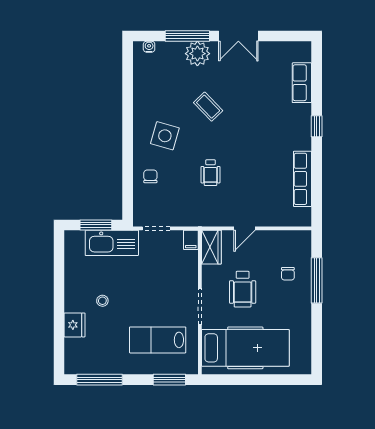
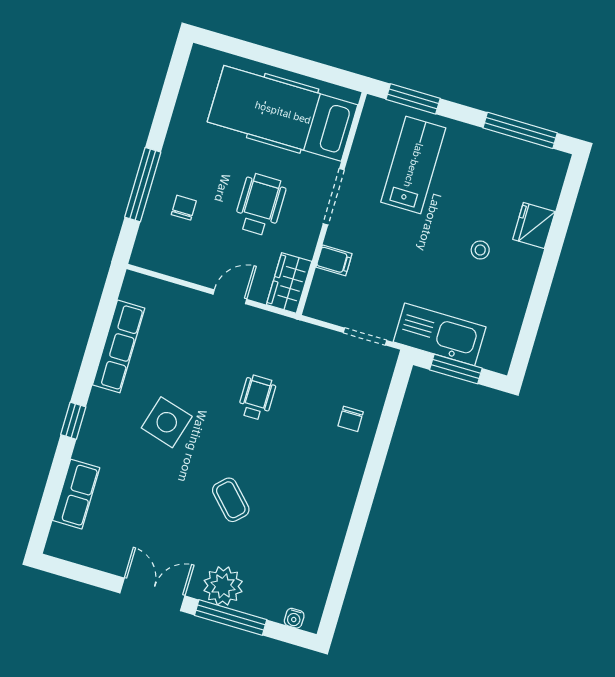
side table: (165, 136) -> (167, 422), moved
filing cabinet: (191, 240) -> (334, 260), moved, turned 90
lab bench: (158, 340) -> (413, 165), turned -90

